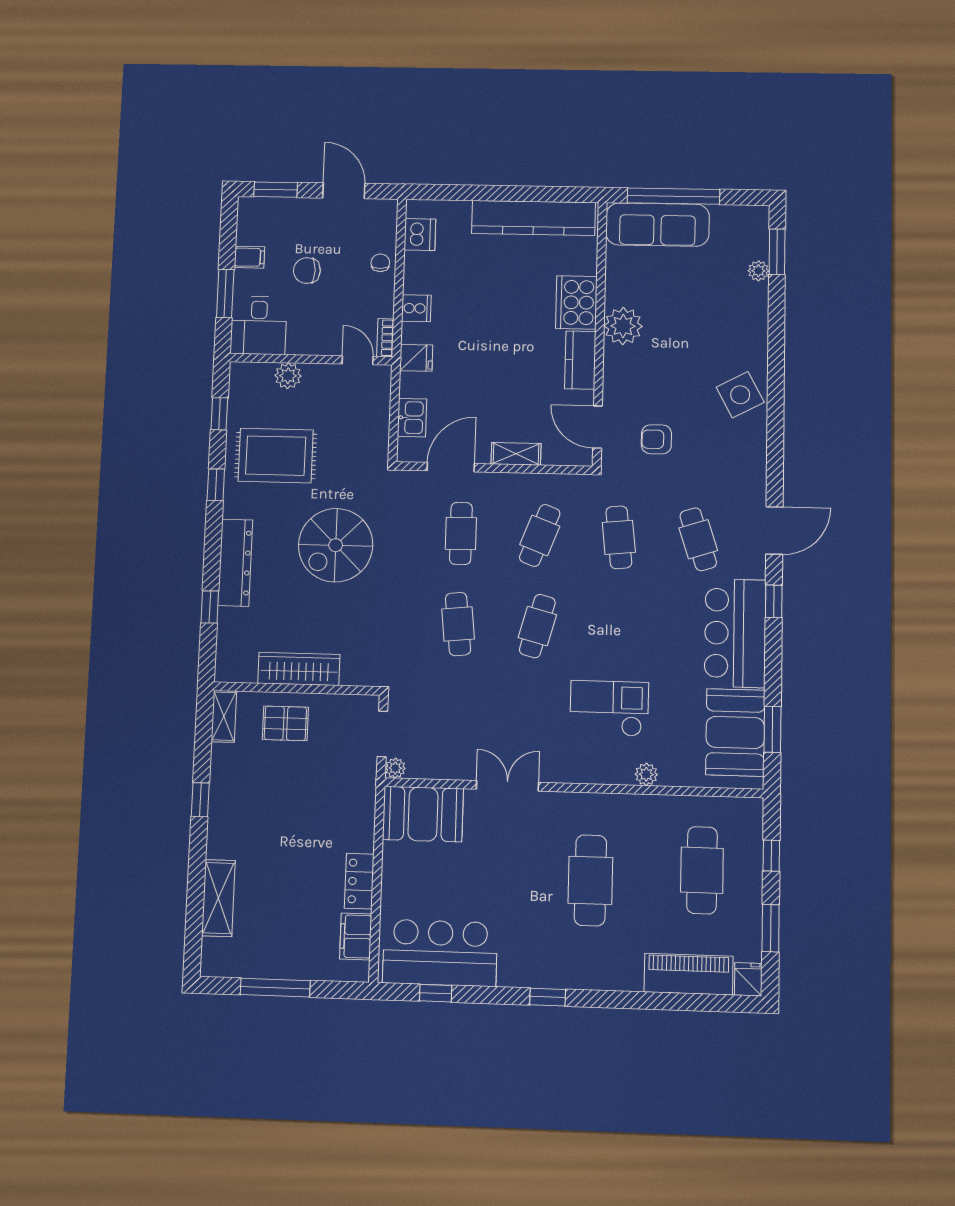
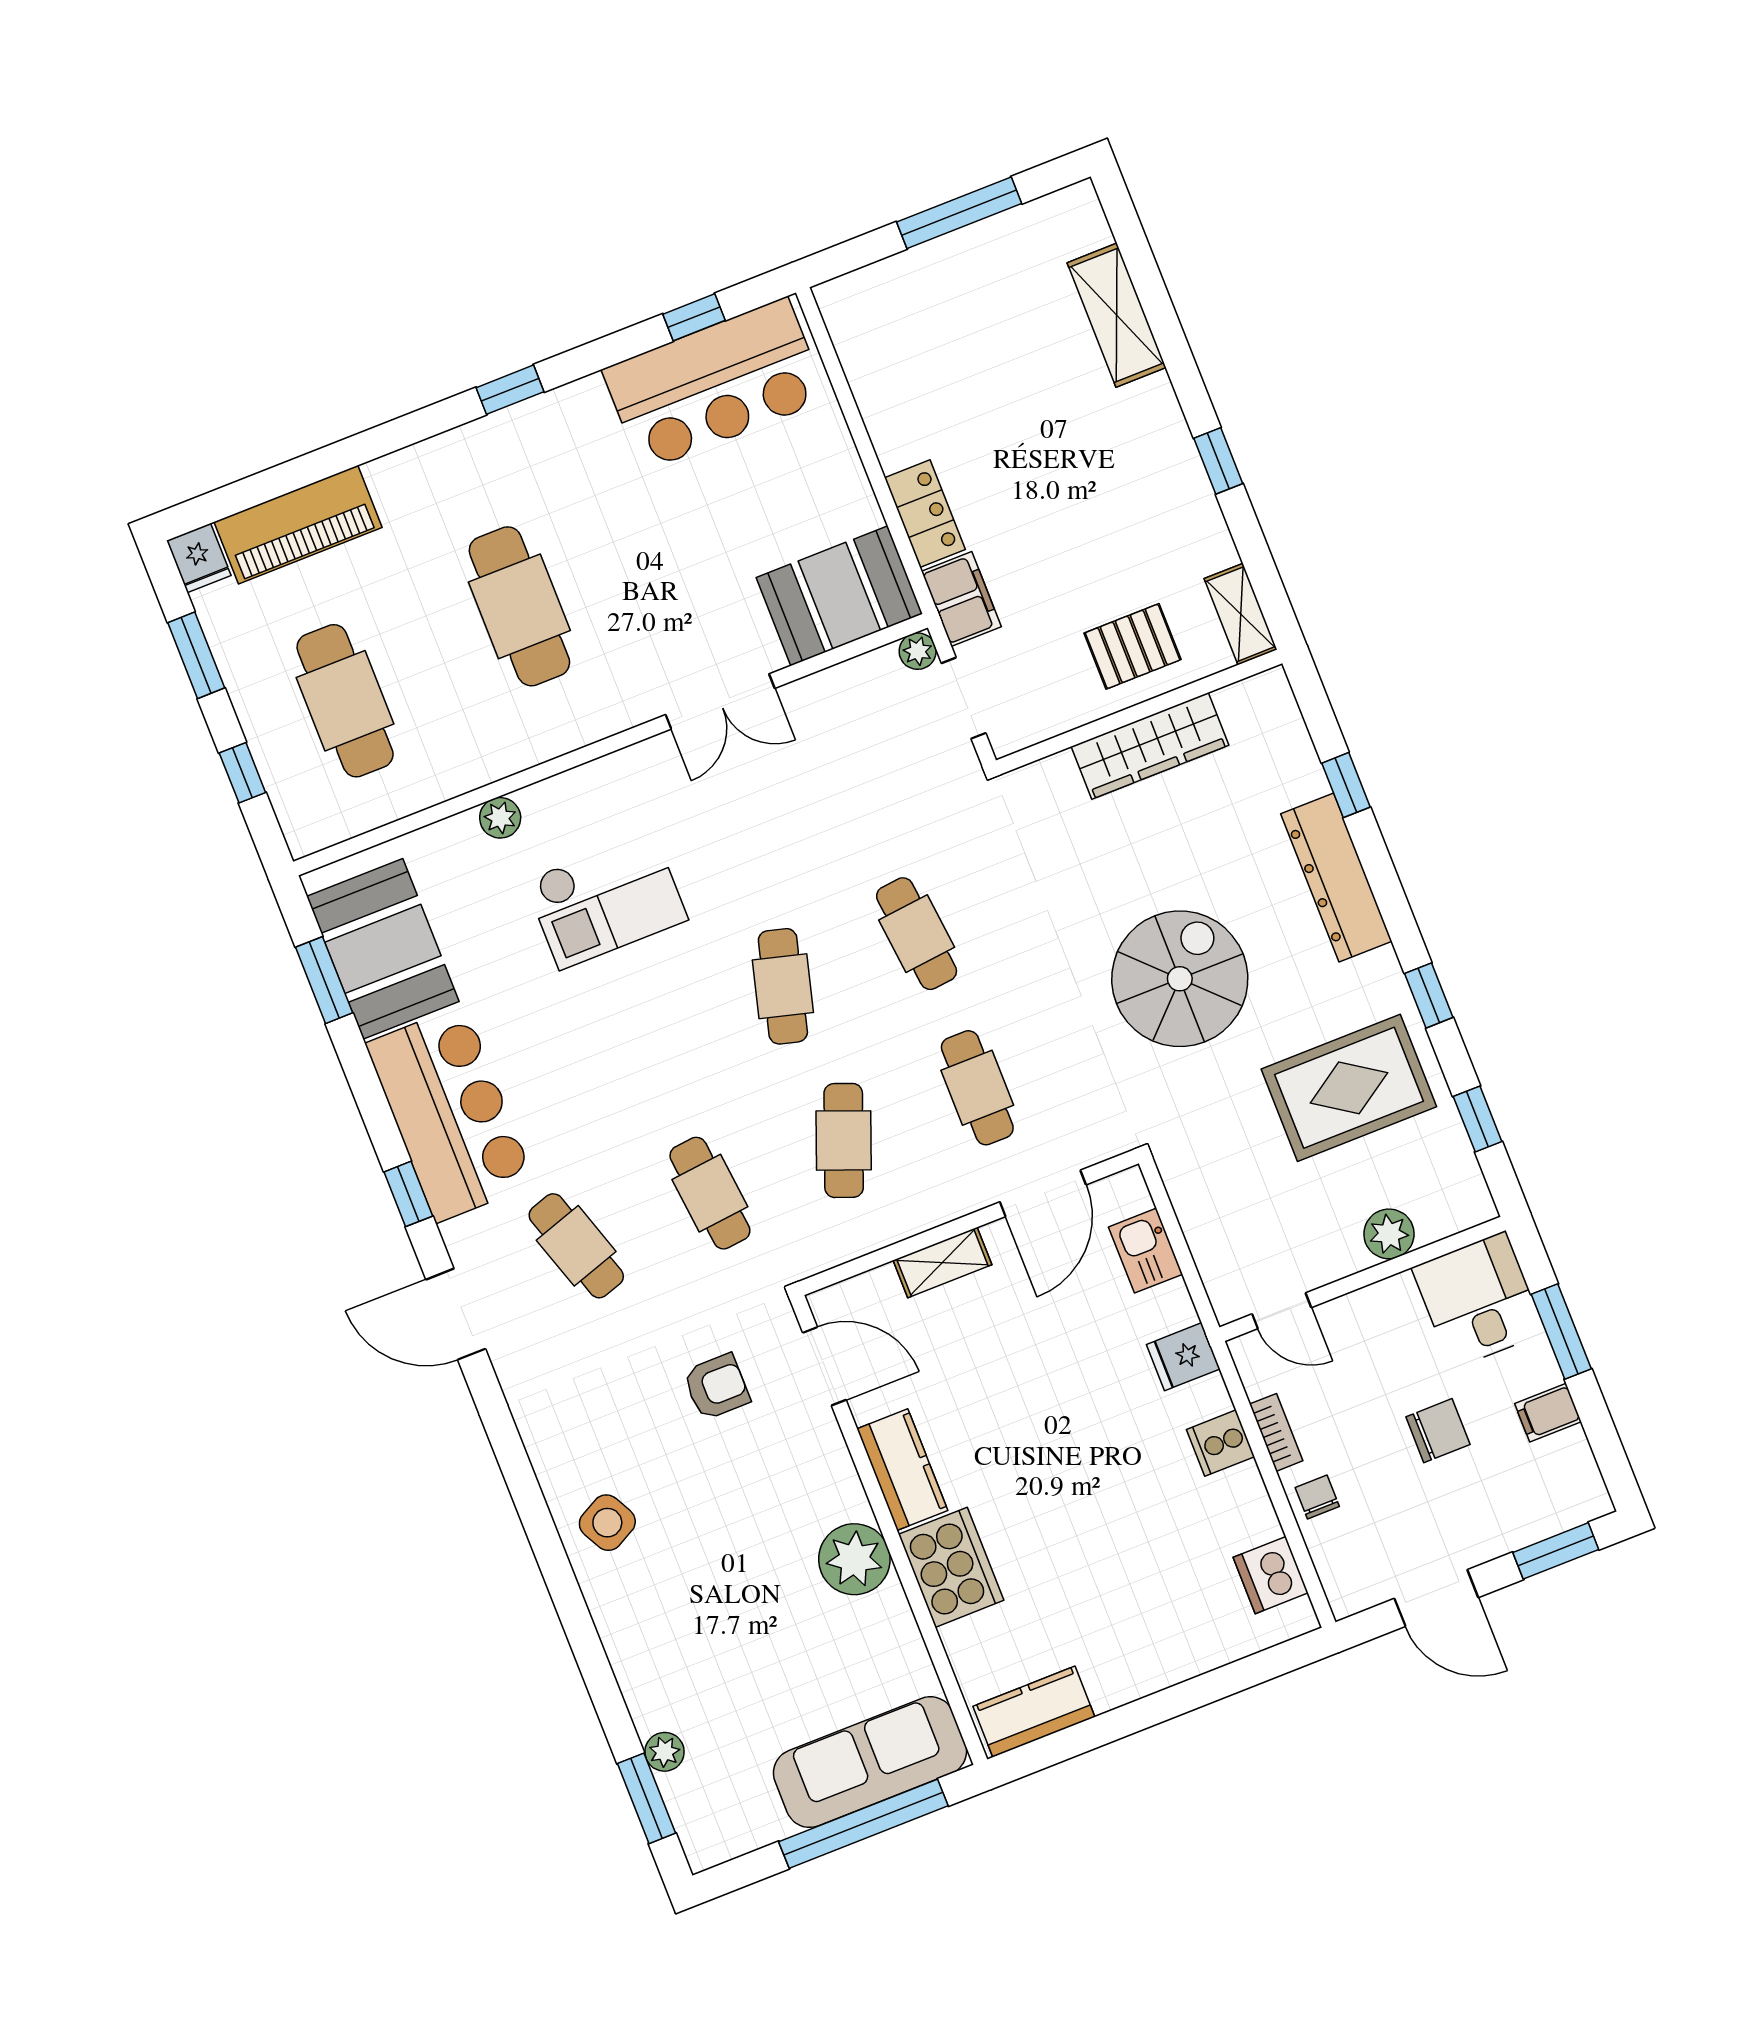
kitchen counter: (533, 218) -> (1034, 1712), width x0.48, depth x0.86
chair: (380, 263) -> (1317, 1497), turned 180
bookcase: (385, 338) -> (1276, 1432), moved
side table: (740, 395) -> (607, 1523), width x0.73, depth x0.73
door: (774, 530) -> (456, 1314), hinge flipped
locker: (359, 881) -> (925, 514), moved
filing cabinet: (356, 936) -> (961, 599), moved

